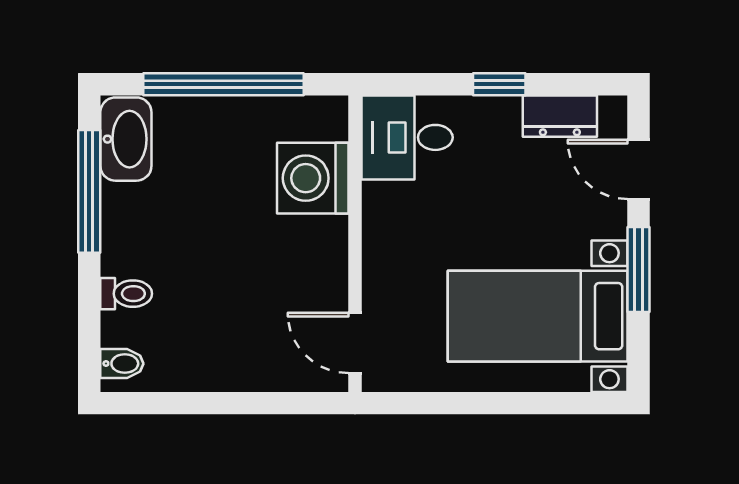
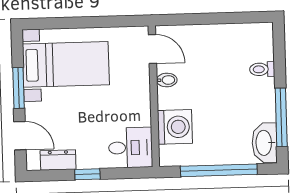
bidet: (122, 364) -> (167, 80), moved, turned 180

